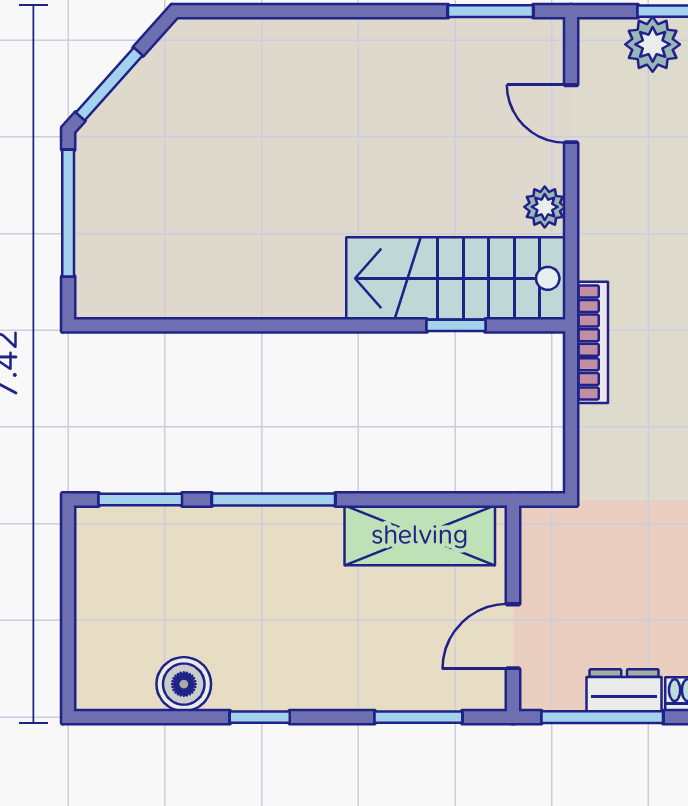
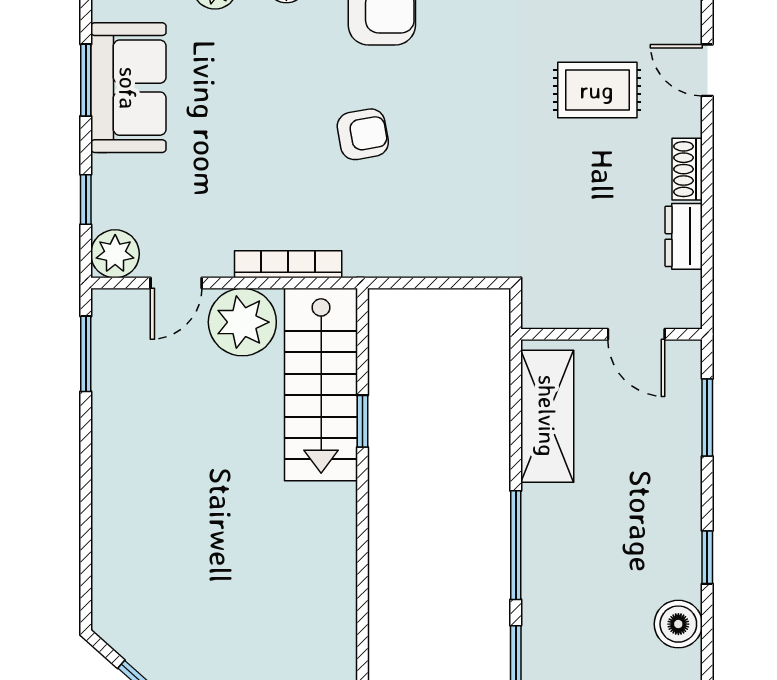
plant: (653, 44) -> (115, 254), moved
plant: (545, 207) -> (242, 322), width x1.87, depth x1.87
window: (456, 325) -> (362, 421), moved
bookcase: (592, 342) -> (288, 264), moved
window: (602, 717) -> (707, 256), removed

